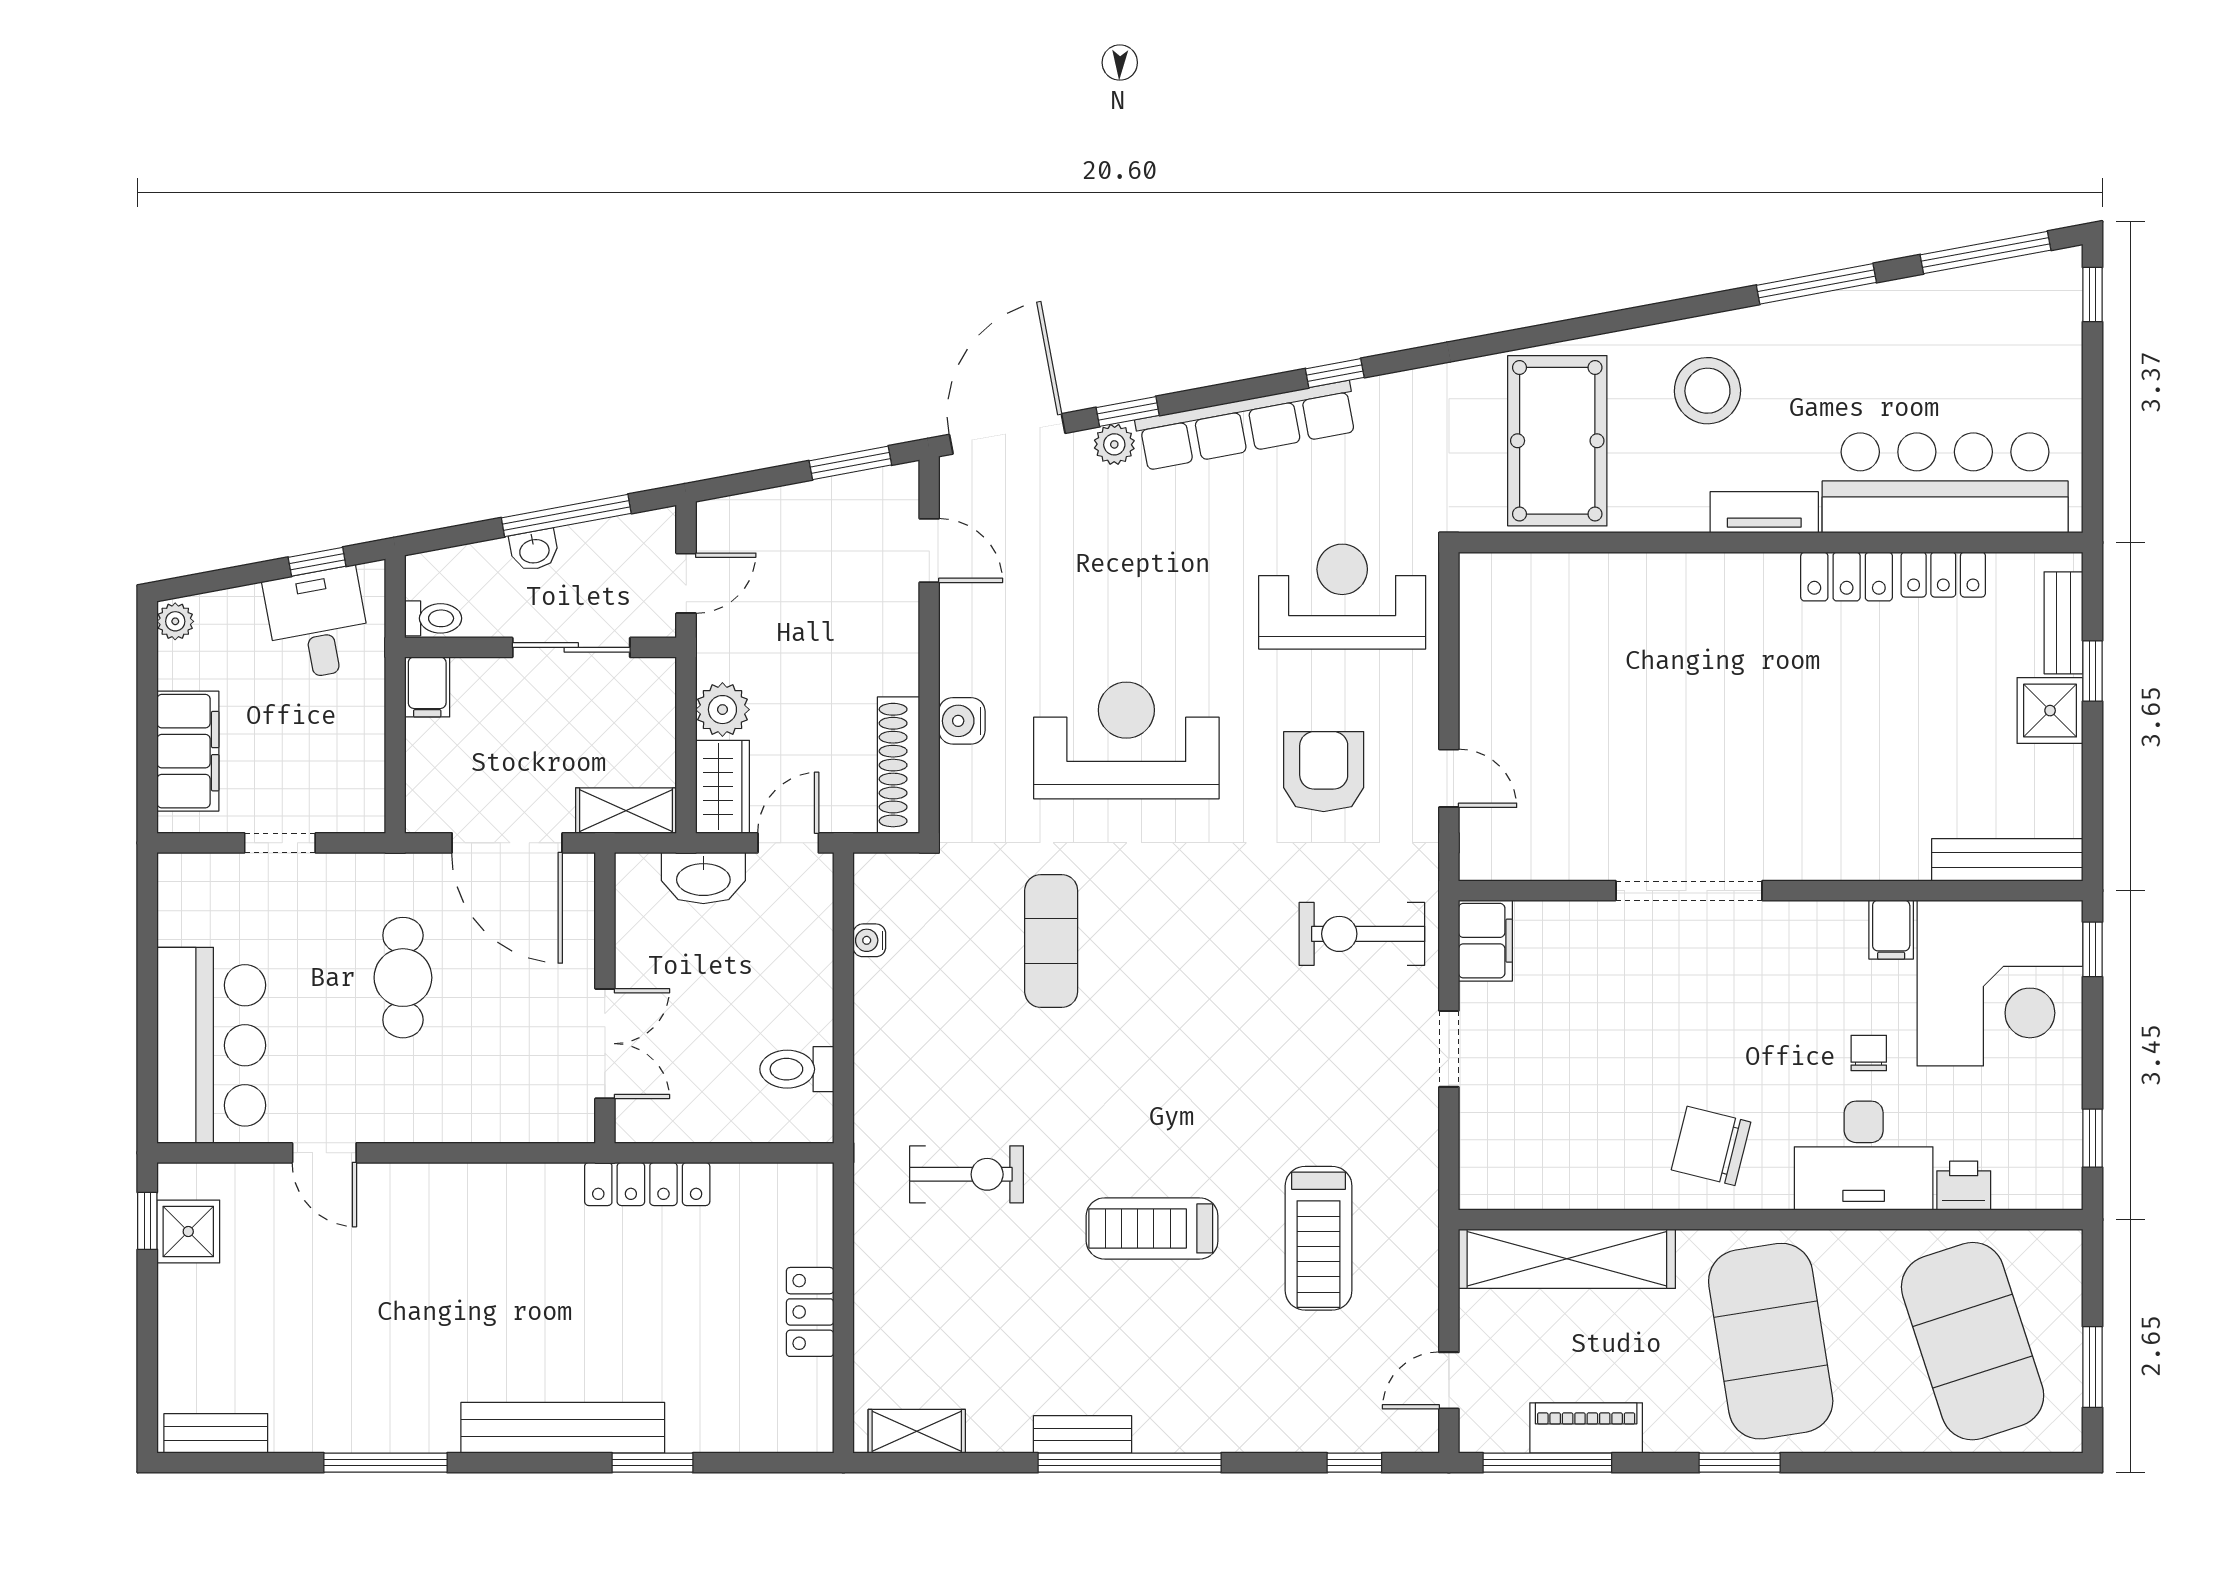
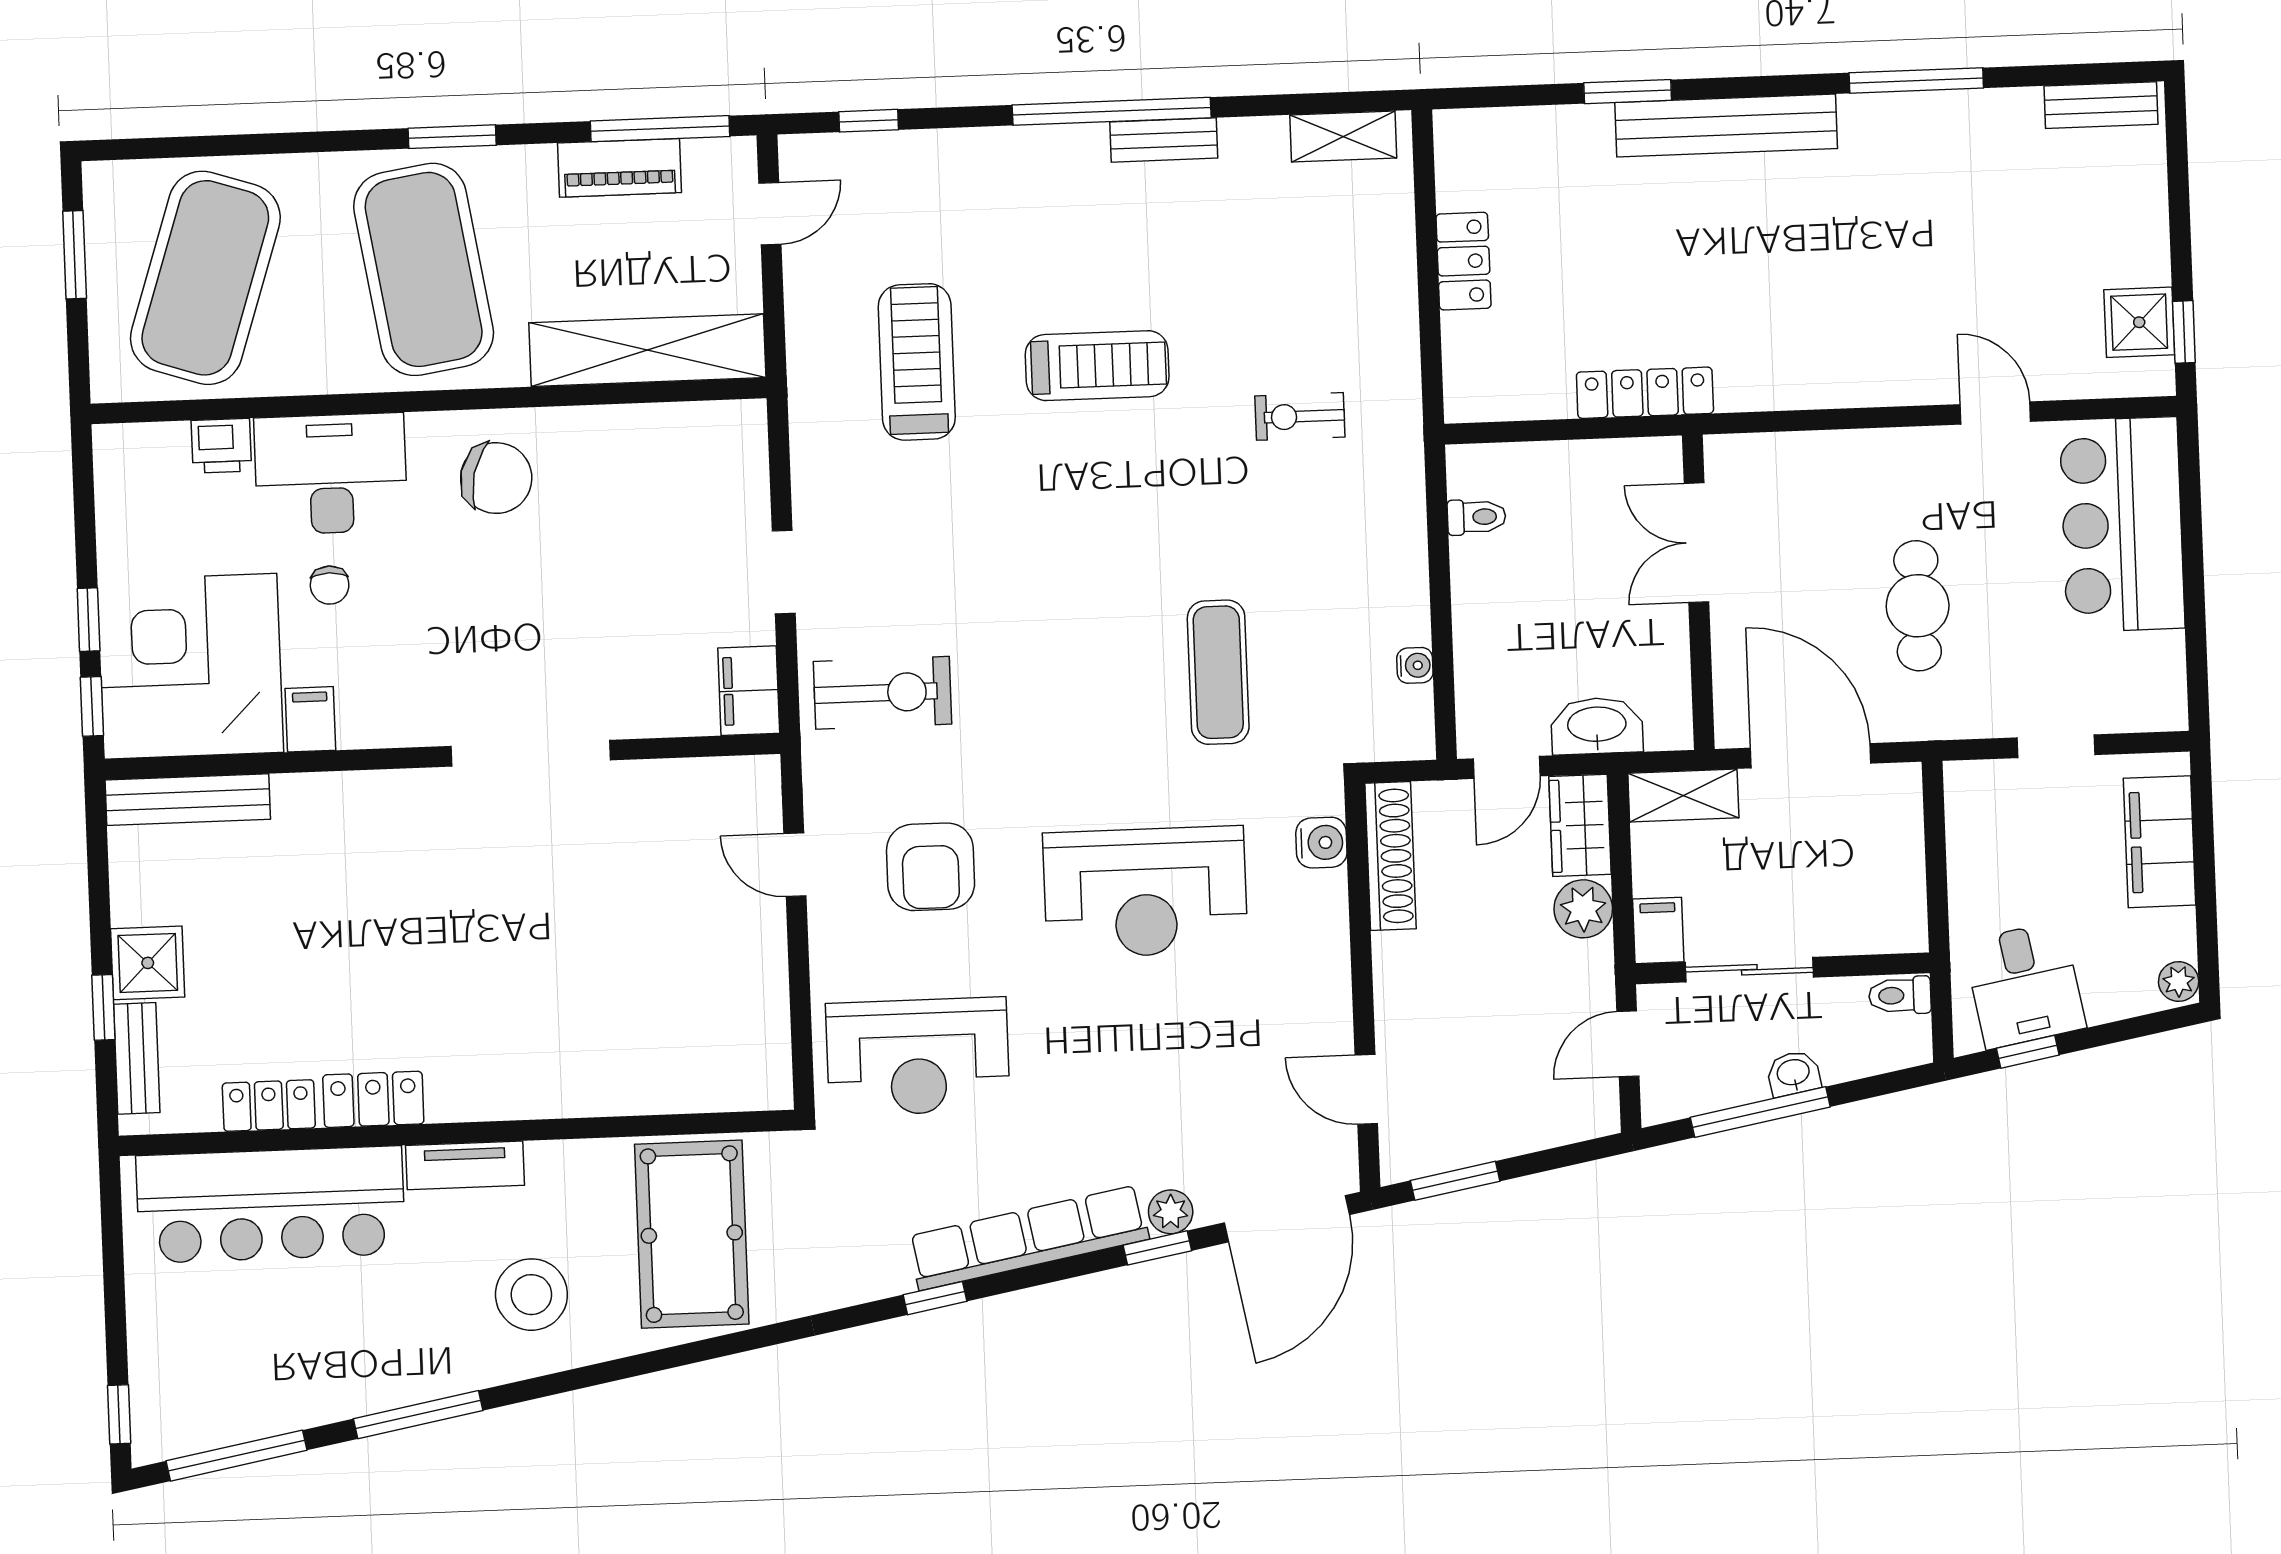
filing cabinet: (427, 687) -> (1658, 930), moved
water cooler: (962, 721) -> (1321, 843), moved
toilet: (797, 1069) -> (1477, 517), width x0.73, depth x0.72
window: (2093, 1138) -> (89, 620), moved
exercise bike: (967, 1174) -> (1300, 416), width x0.73, depth x0.72
exercise mat: (1973, 1341) -> (205, 278), turned 36

